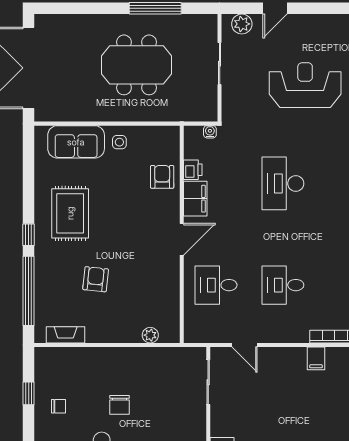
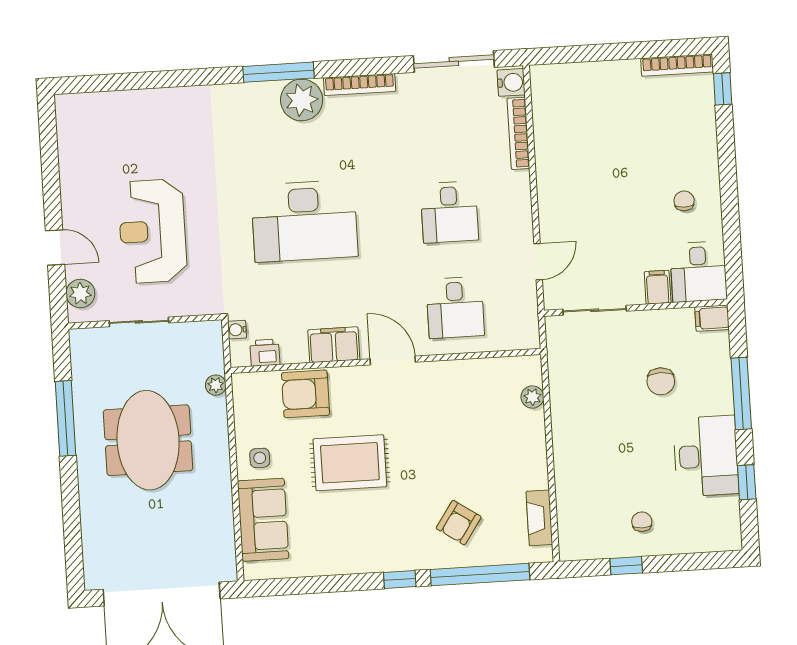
reception desk: (305, 85) -> (153, 231), moved
plant: (172, 115) -> (216, 385), added
printer: (193, 170) -> (265, 353), moved
armchair: (162, 177) -> (306, 394), width x1.38, depth x1.38
desk: (283, 183) -> (304, 221), width x1.36, depth x1.30
rug: (70, 213) -> (350, 463), moved
armchair: (96, 279) -> (459, 523), moved, turned -62
filing cabinet: (316, 358) -> (658, 287), moved, turned -90
chair: (120, 405) -> (661, 381), moved, turned 90

